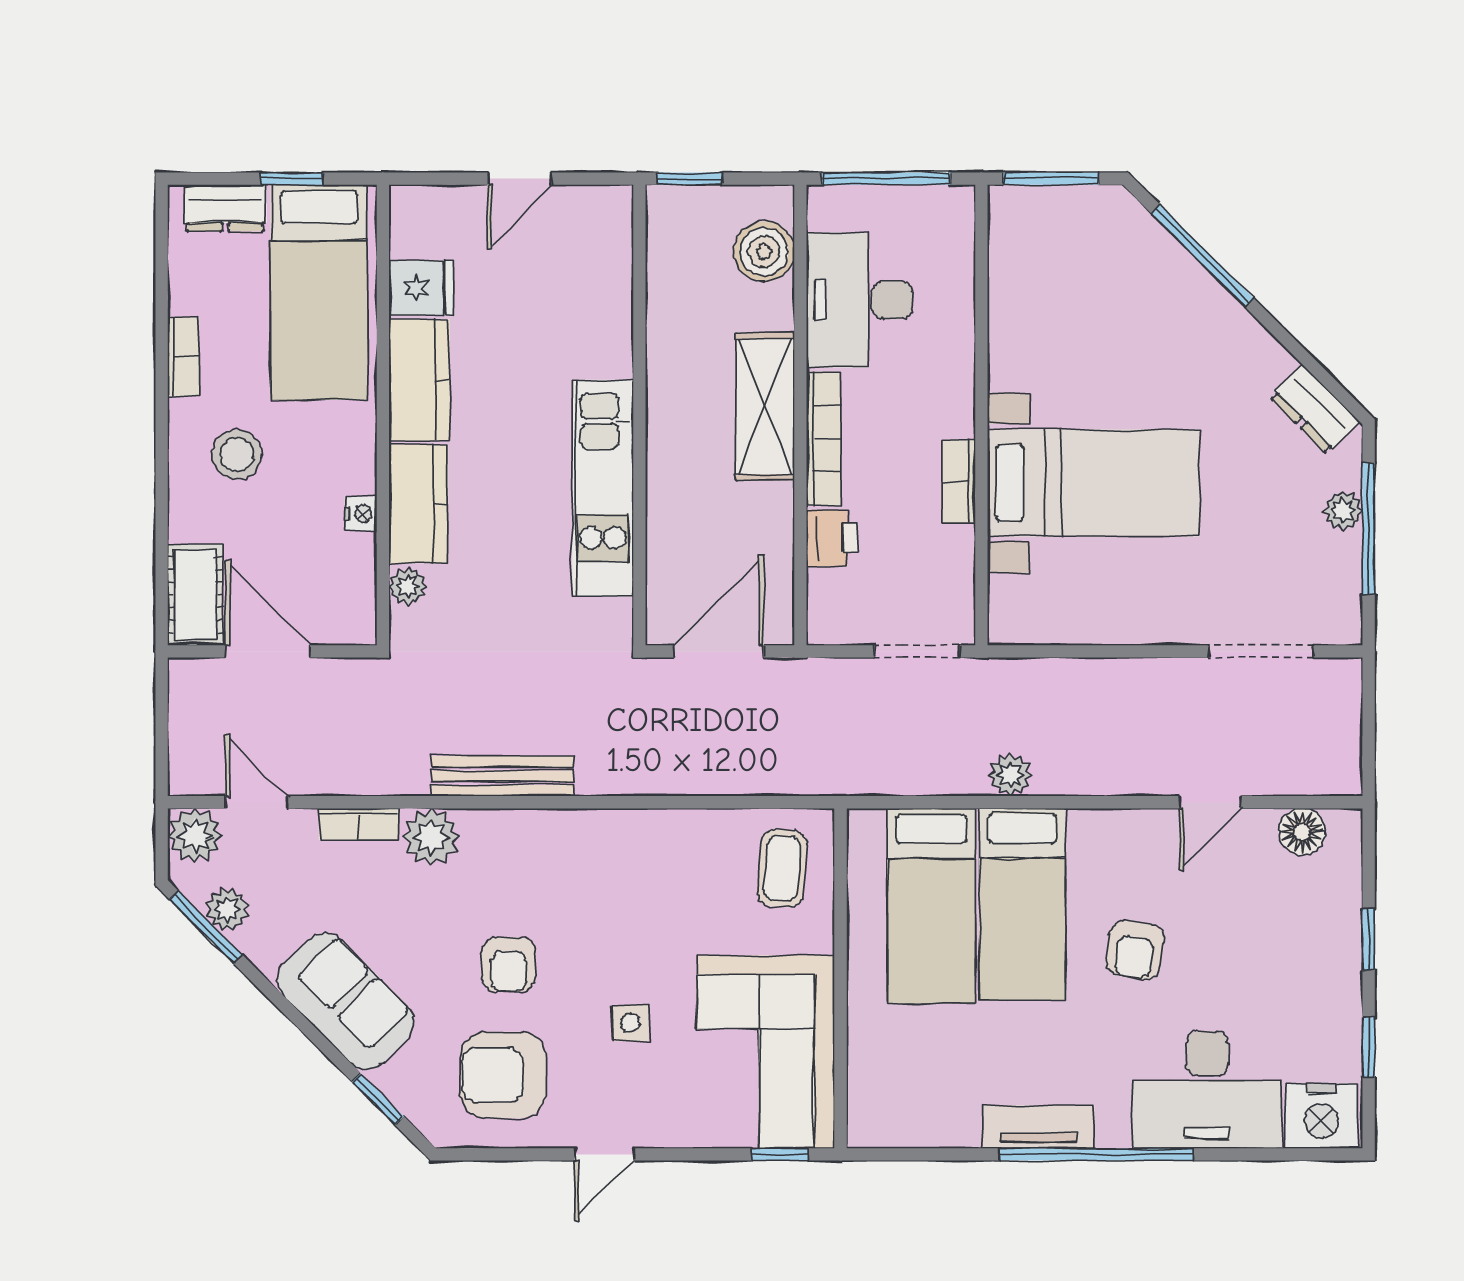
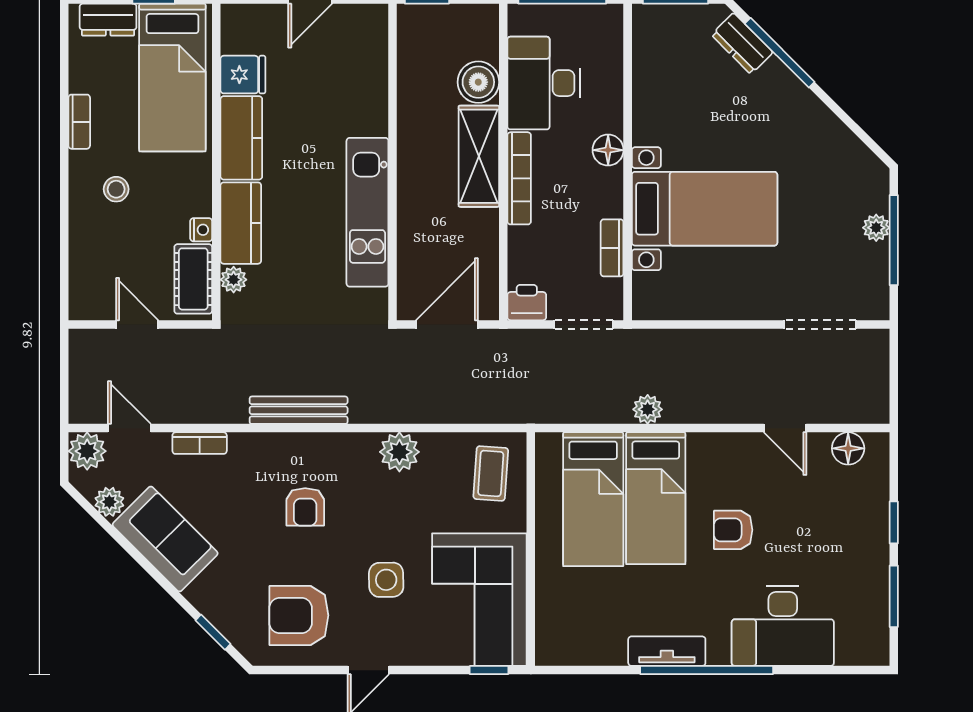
boiler: (764, 252) -> (478, 82), moved
floor lamp: (953, 398) -> (608, 150), added
dresser: (1315, 409) -> (742, 44), moved
stool: (237, 455) -> (116, 189), width x0.73, depth x0.73
bookcase: (959, 481) -> (612, 248), moved
printer: (832, 538) -> (527, 303), moved, turned -90
cot: (195, 595) -> (193, 279), moved
door: (268, 651) -> (137, 324), width x0.73
door: (1210, 802) -> (785, 428), hinge flipped
plant: (431, 837) -> (399, 452), moved
window: (206, 927) -> (95, 514), removed
armchair: (1135, 950) -> (733, 530), turned 81
armchair: (509, 964) -> (305, 507), moved
sofa: (346, 1001) -> (165, 539), moved
side table: (630, 1023) -> (386, 580), width x1.37, depth x1.37
window: (1369, 1047) -> (894, 596), width x1.50
nightstand: (1322, 1116) -> (861, 644), removed

